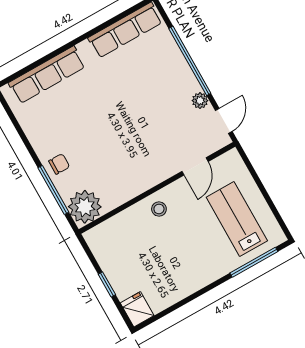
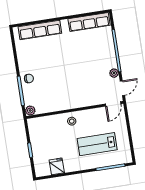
door: (195, 166) -> (113, 104), moved
plant: (85, 207) -> (30, 111), width x0.53, depth x0.53
lab bench: (237, 219) -> (97, 144), moved, turned -90
fridge: (137, 309) -> (57, 166), moved

